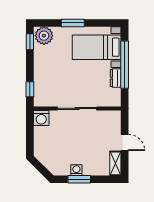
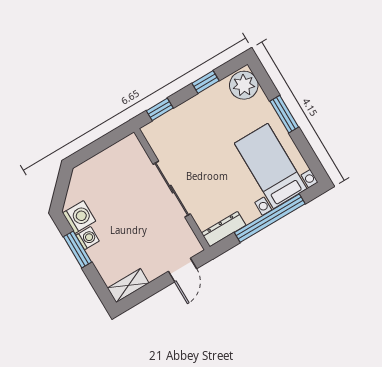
window: (30, 42) -> (206, 82), moved
dresser: (116, 78) -> (224, 229), moved, width x1.44
washing machine: (41, 118) -> (79, 217), moved, turned 180
door: (125, 142) -> (183, 270), moved

